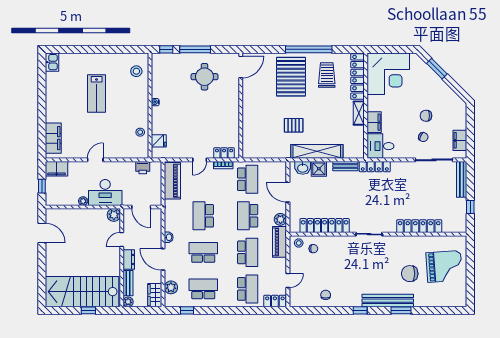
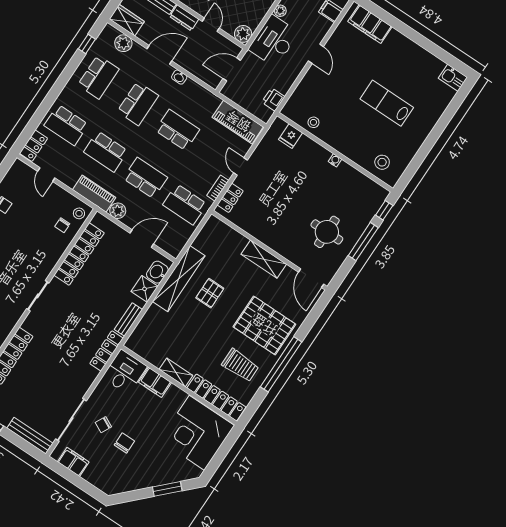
shelving: (249, 105) -> (264, 259), added
shelving: (317, 151) -> (179, 279), moved

